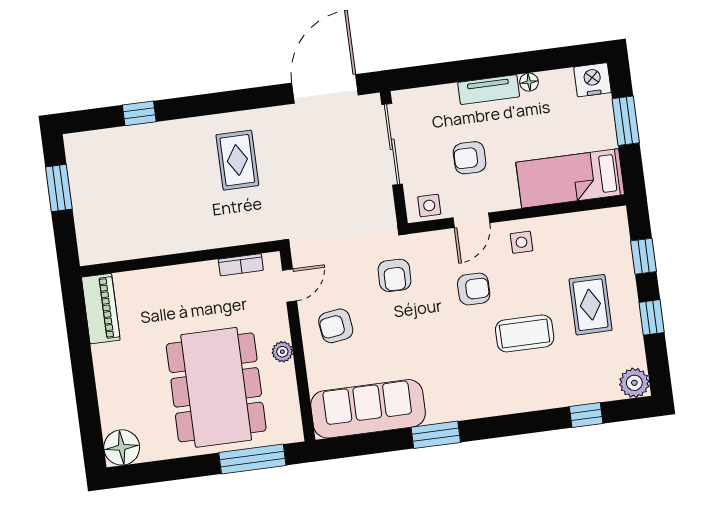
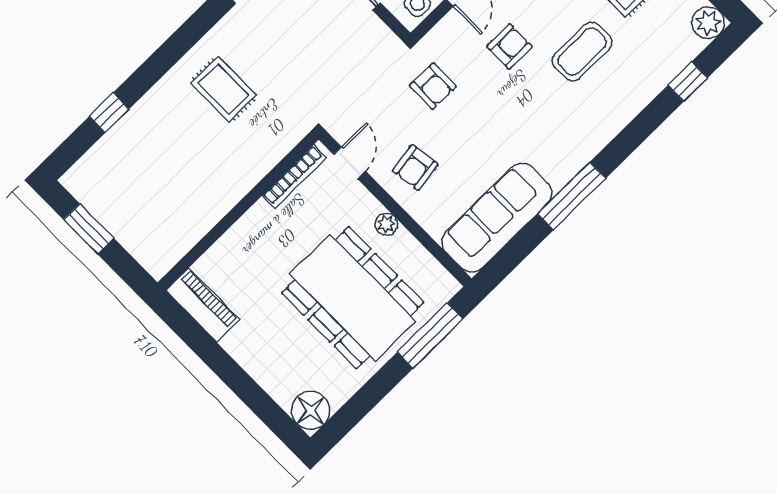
bookcase: (241, 265) -> (294, 177), width x1.56
window: (436, 435) -> (572, 196), width x1.44

